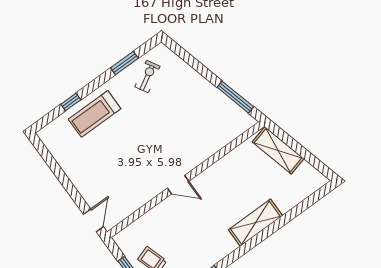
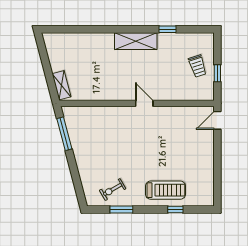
shelving: (278, 150) -> (62, 85), width x0.67, depth x0.75
shelving: (255, 223) -> (136, 41), moved

